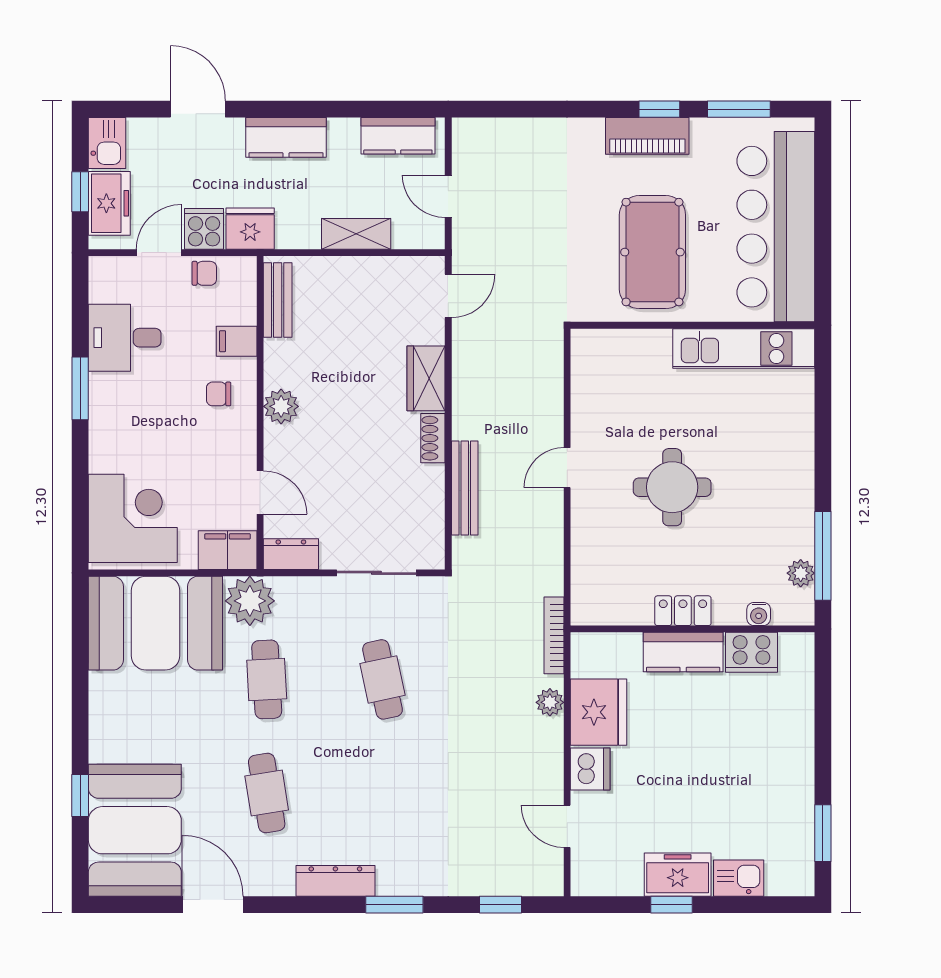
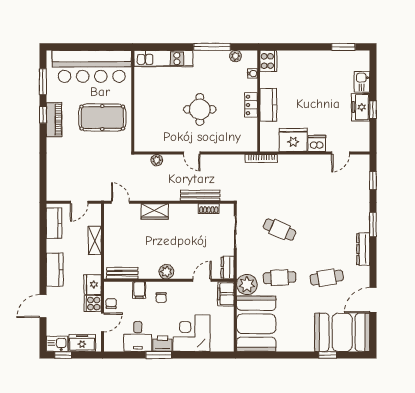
window: (80, 192) -> (63, 355), moved
door: (159, 253) -> (103, 322), swing flipped
kitchen unit: (744, 348) -> (163, 59), moved, turned 90
printer: (107, 397) -> (162, 344), added
shoe rack: (433, 438) -> (209, 209), moved
corner desk: (133, 518) -> (191, 333), moved
window: (823, 556) -> (212, 47), moved
cooker: (751, 652) -> (268, 61), moved
cafe table: (383, 679) -> (280, 230), turned 36
plant: (550, 702) -> (157, 160), moved

